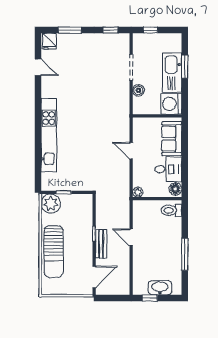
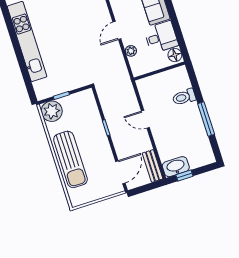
door: (131, 151) -> (117, 30), hinge flipped
plant: (138, 192) -> (131, 51), moved
toilet: (171, 210) -> (184, 97), moved
bench: (101, 244) -> (153, 166), moved
washbasin: (160, 288) -> (176, 167), moved

